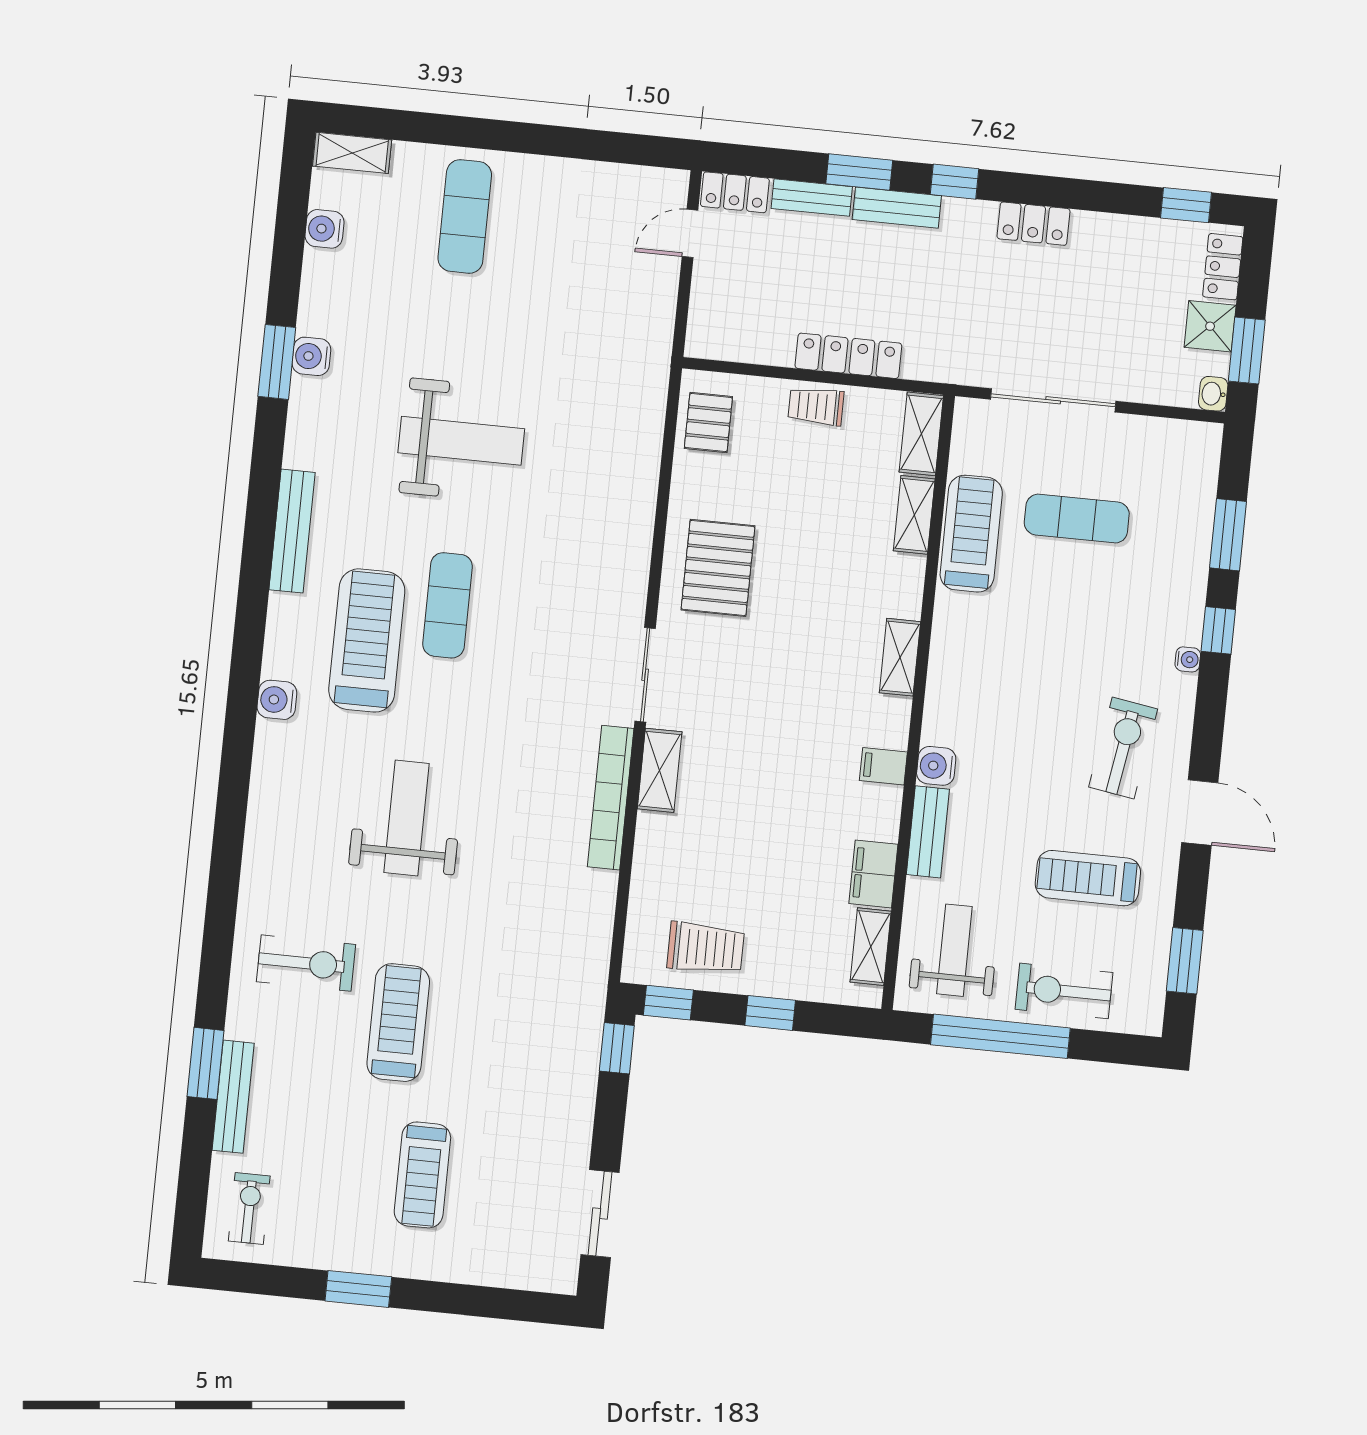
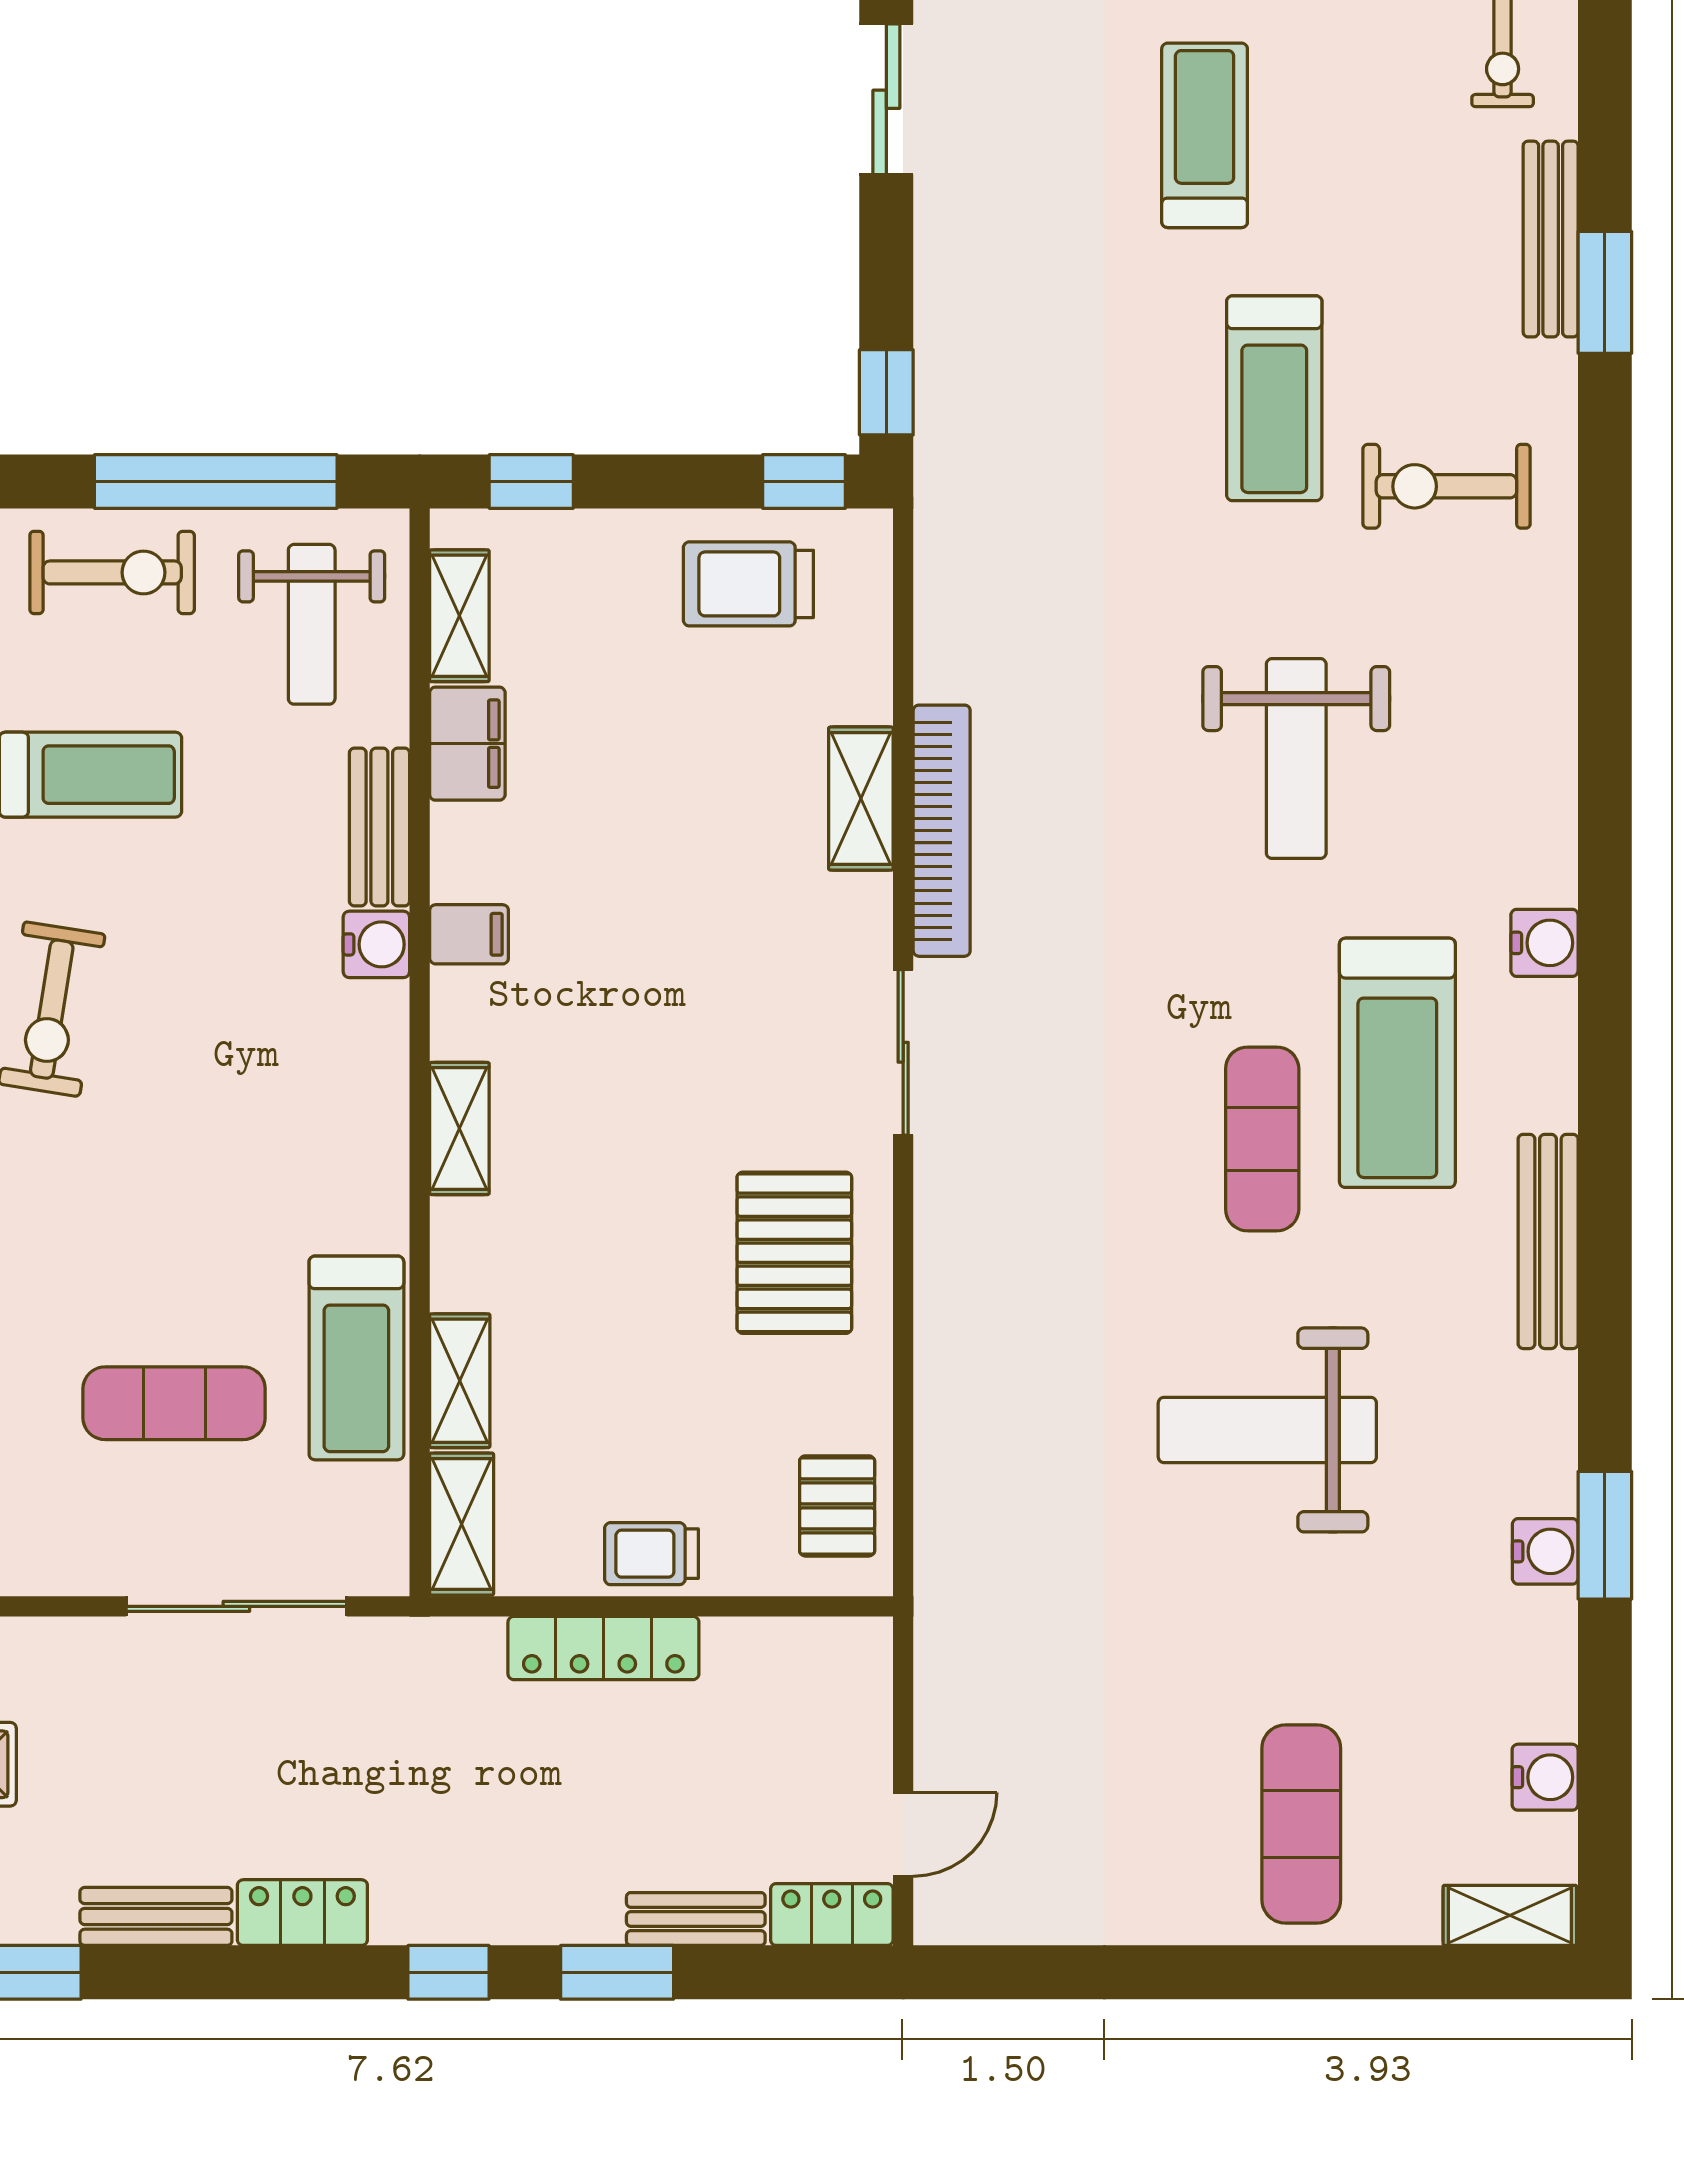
bench: (897, 208) -> (156, 1916), moved
trolley: (816, 406) -> (651, 1554), turned 180
shelving: (660, 770) -> (861, 799), moved
window: (770, 1013) -> (531, 482), moved

